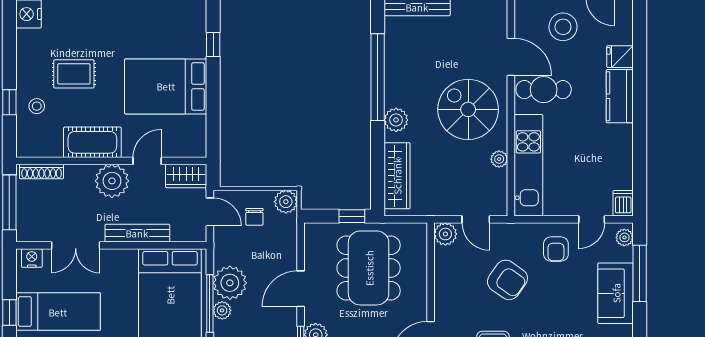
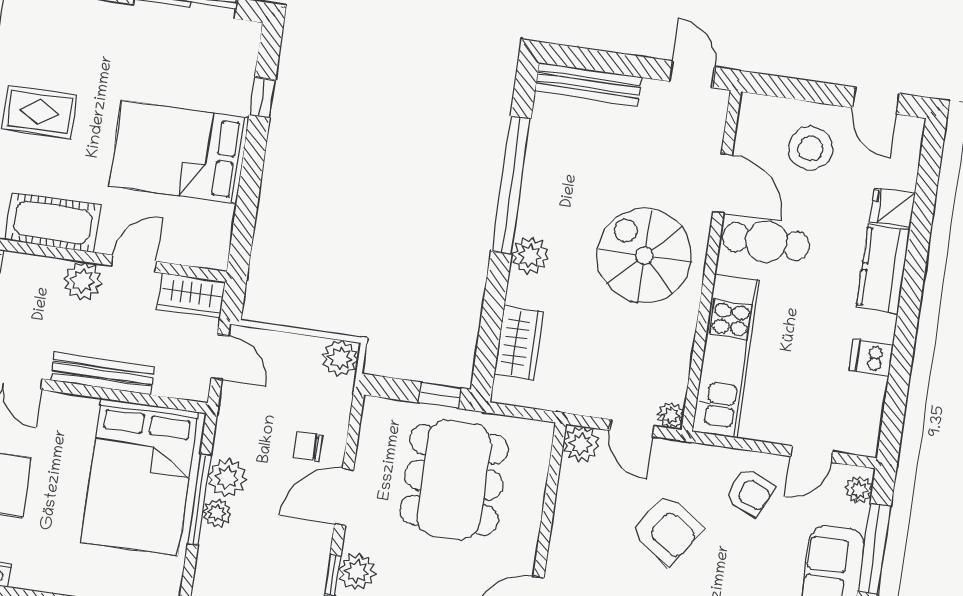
plant: (499, 159) -> (671, 415), moved
wardrobe: (397, 176) -> (519, 343), width x0.67
plant: (112, 181) -> (83, 281), width x0.73, depth x0.73
dishwasher: (623, 203) -> (871, 358), moved, turned -90
chair: (254, 217) -> (308, 447), moved, turned 90
armchair: (556, 249) -> (750, 492), turned -66
plant: (230, 283) -> (227, 478), width x0.73, depth x0.73

